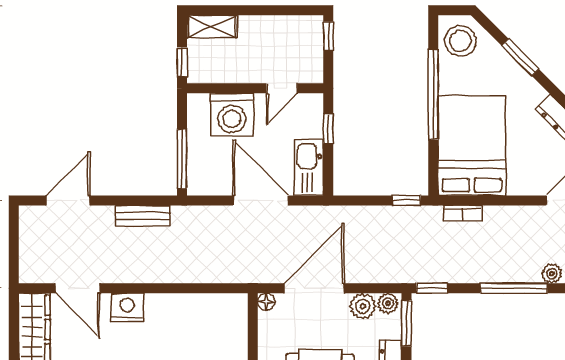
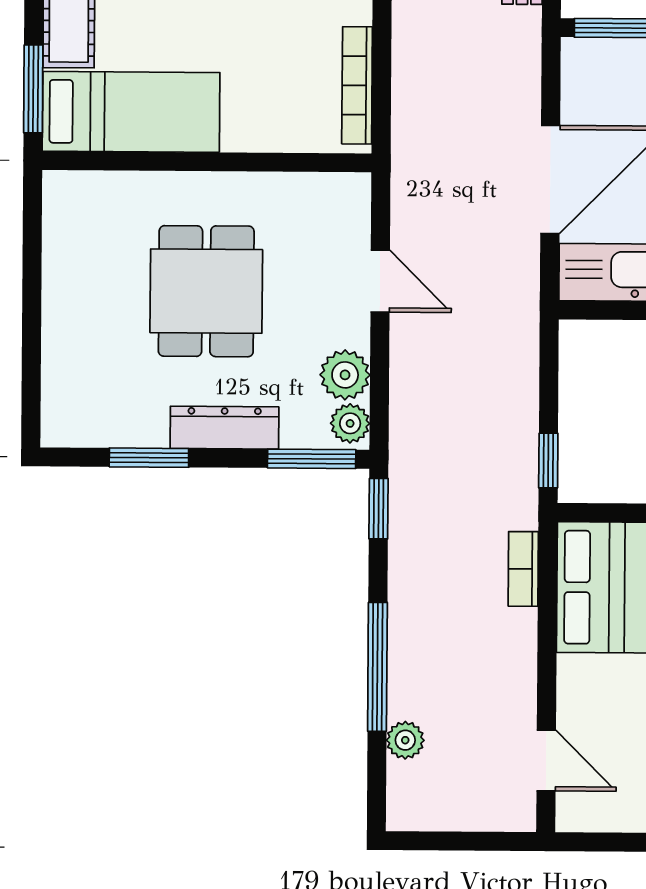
door: (314, 288) -> (380, 281), width x0.53
bookcase: (213, 301) -> (357, 85), added
floor lamp: (266, 302) -> (355, 189), removed

